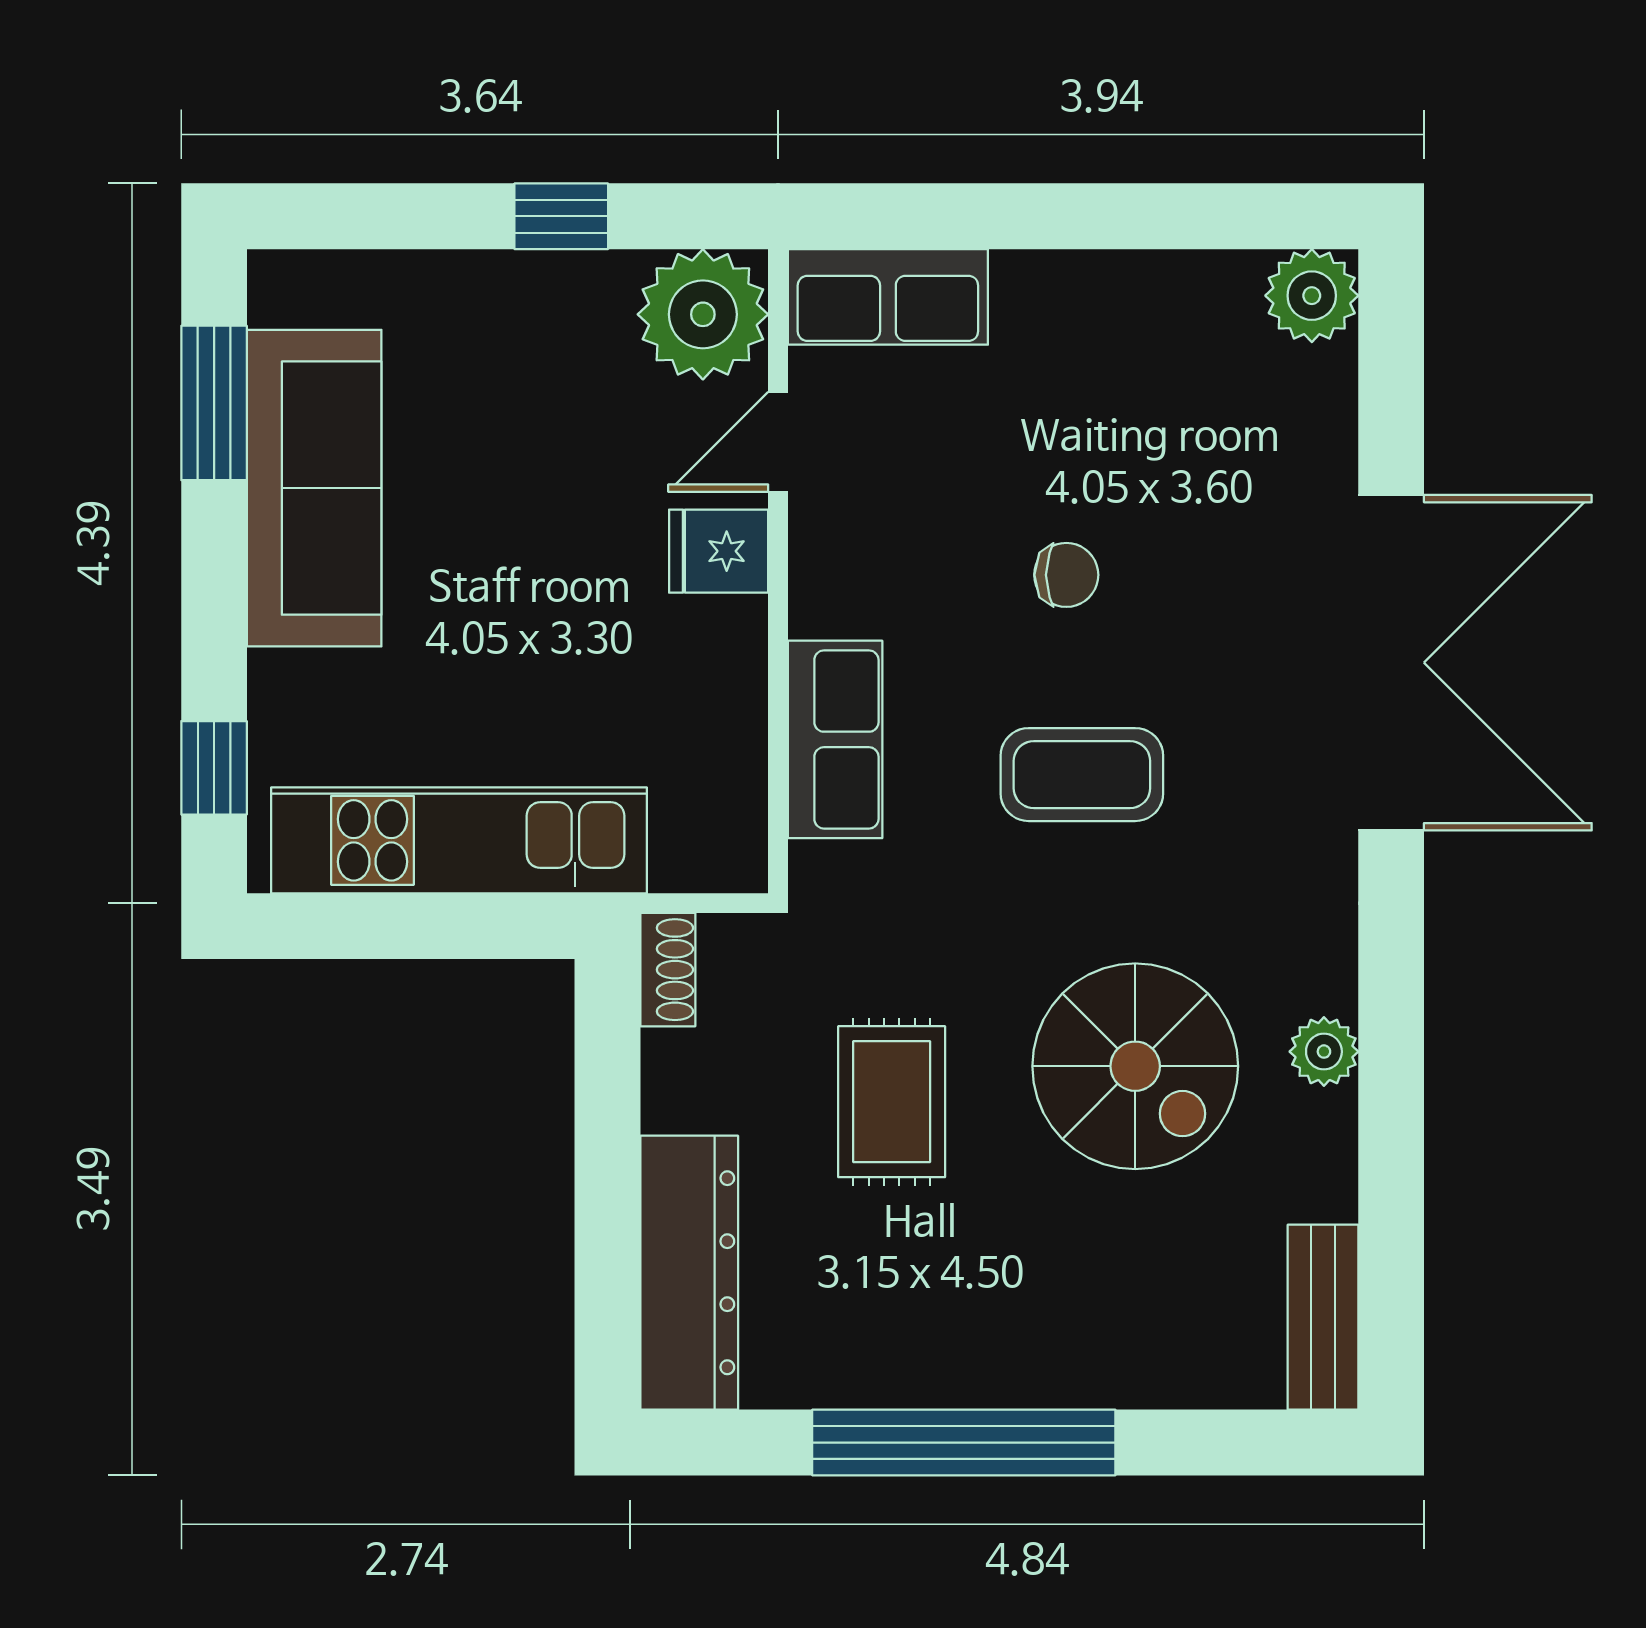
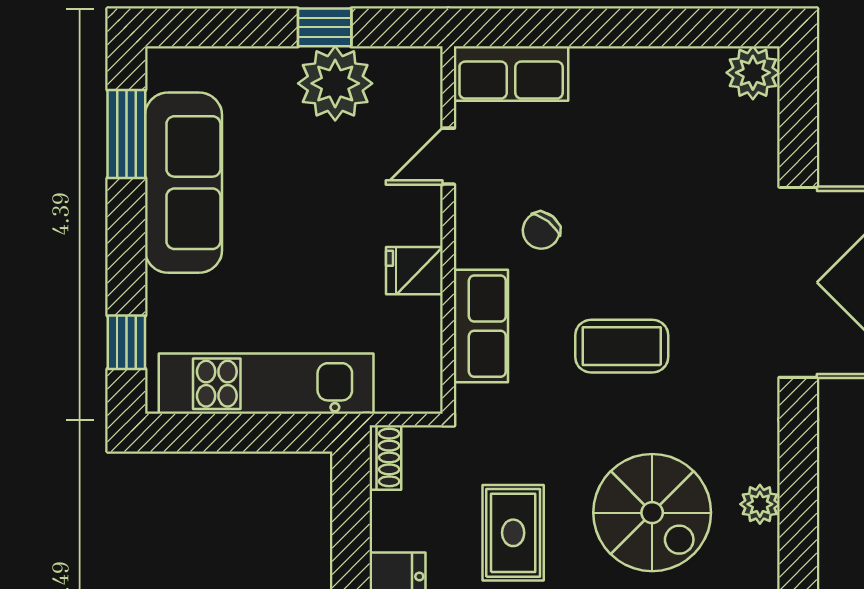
plant: (703, 314) -> (335, 83), moved
fridge: (719, 551) -> (414, 271), moved
chair: (1066, 575) -> (541, 231), moved, turned 128

